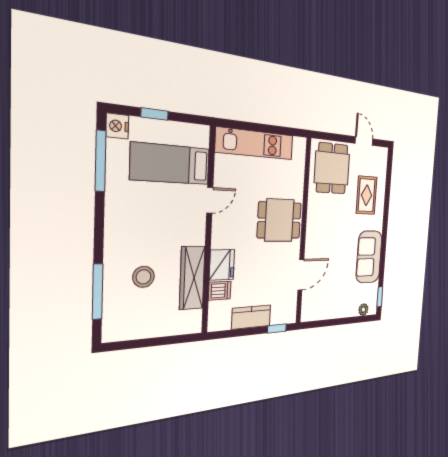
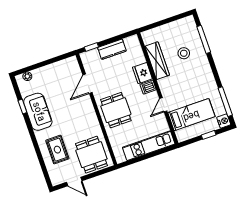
dining table: (279, 220) -> (116, 110), turned 90
dishwasher: (220, 291) -> (148, 87), moved
window: (380, 297) -> (22, 106), moved

